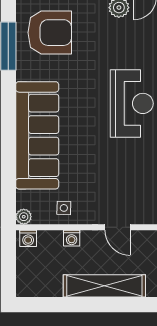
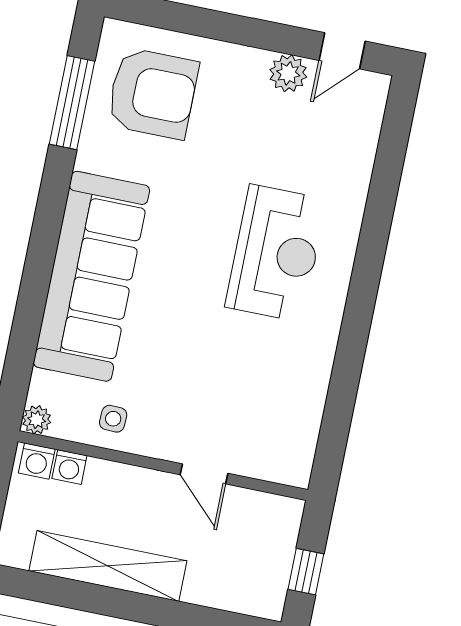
washing machine: (72, 238) -> (69, 467), moved
shelving: (104, 286) -> (108, 566), moved

